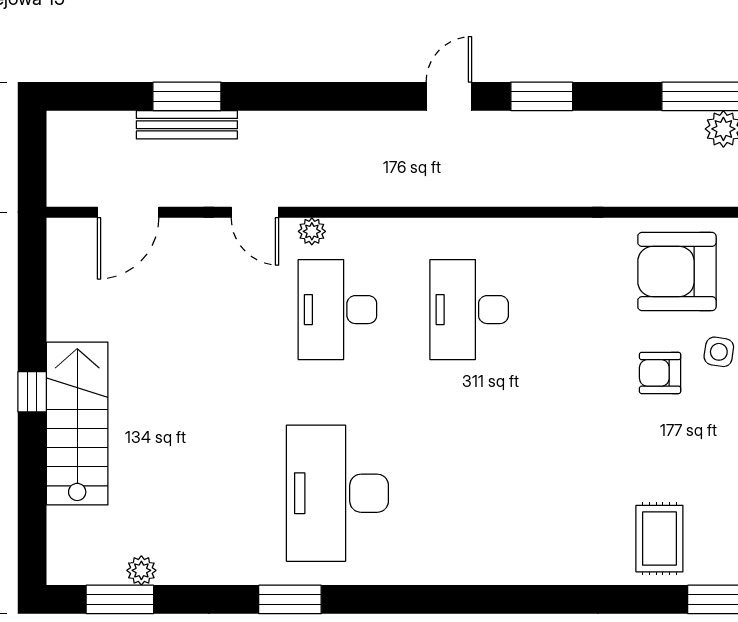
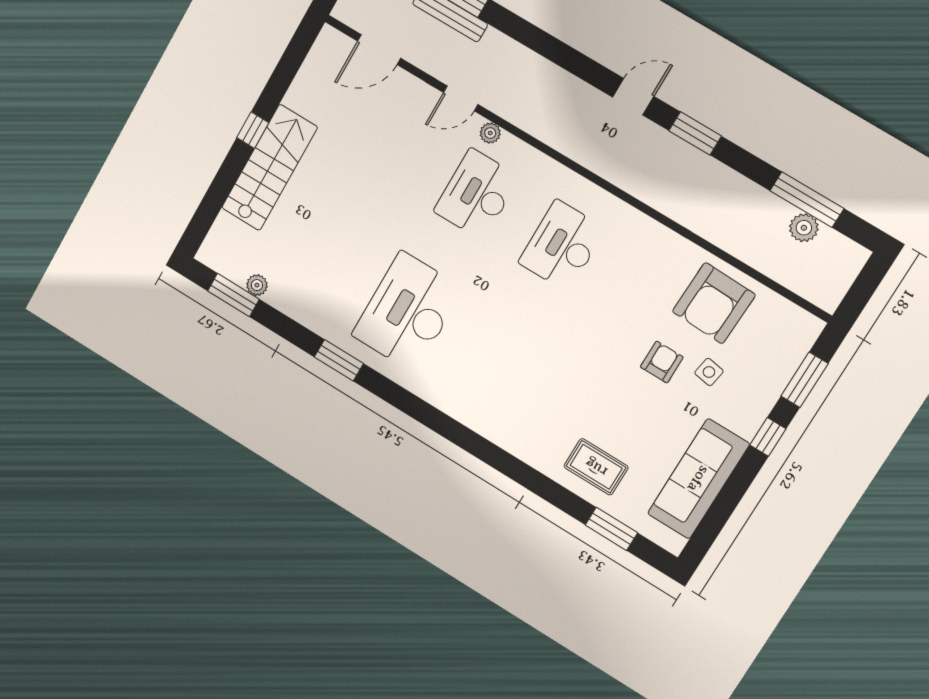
door: (255, 212) -> (461, 98), hinge flipped
armchair: (677, 272) -> (714, 303), turned -88
armchair: (660, 373) -> (662, 362), turned 90
rug: (659, 539) -> (596, 467), turned 90

